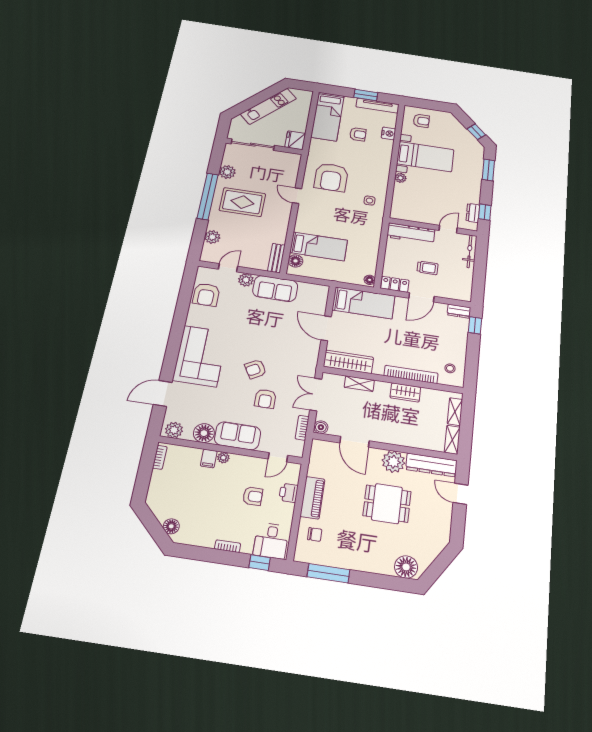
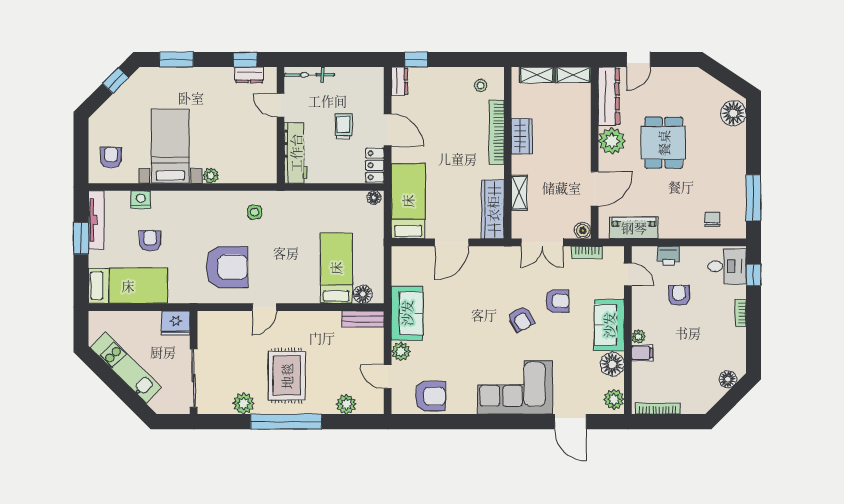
bookcase: (160, 457) -> (658, 409), width x1.56
piano: (312, 498) -> (634, 228), moved

